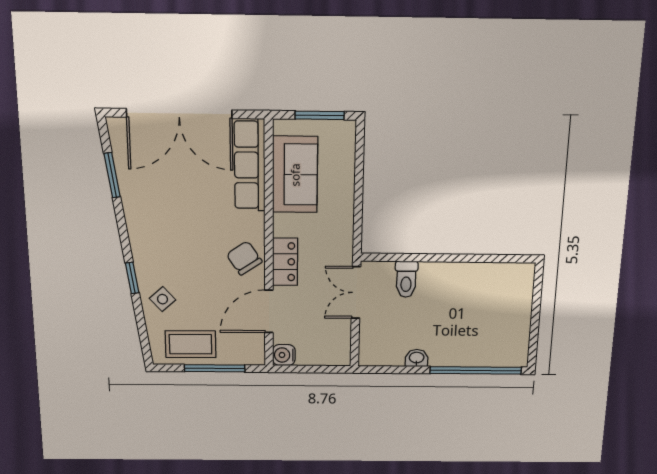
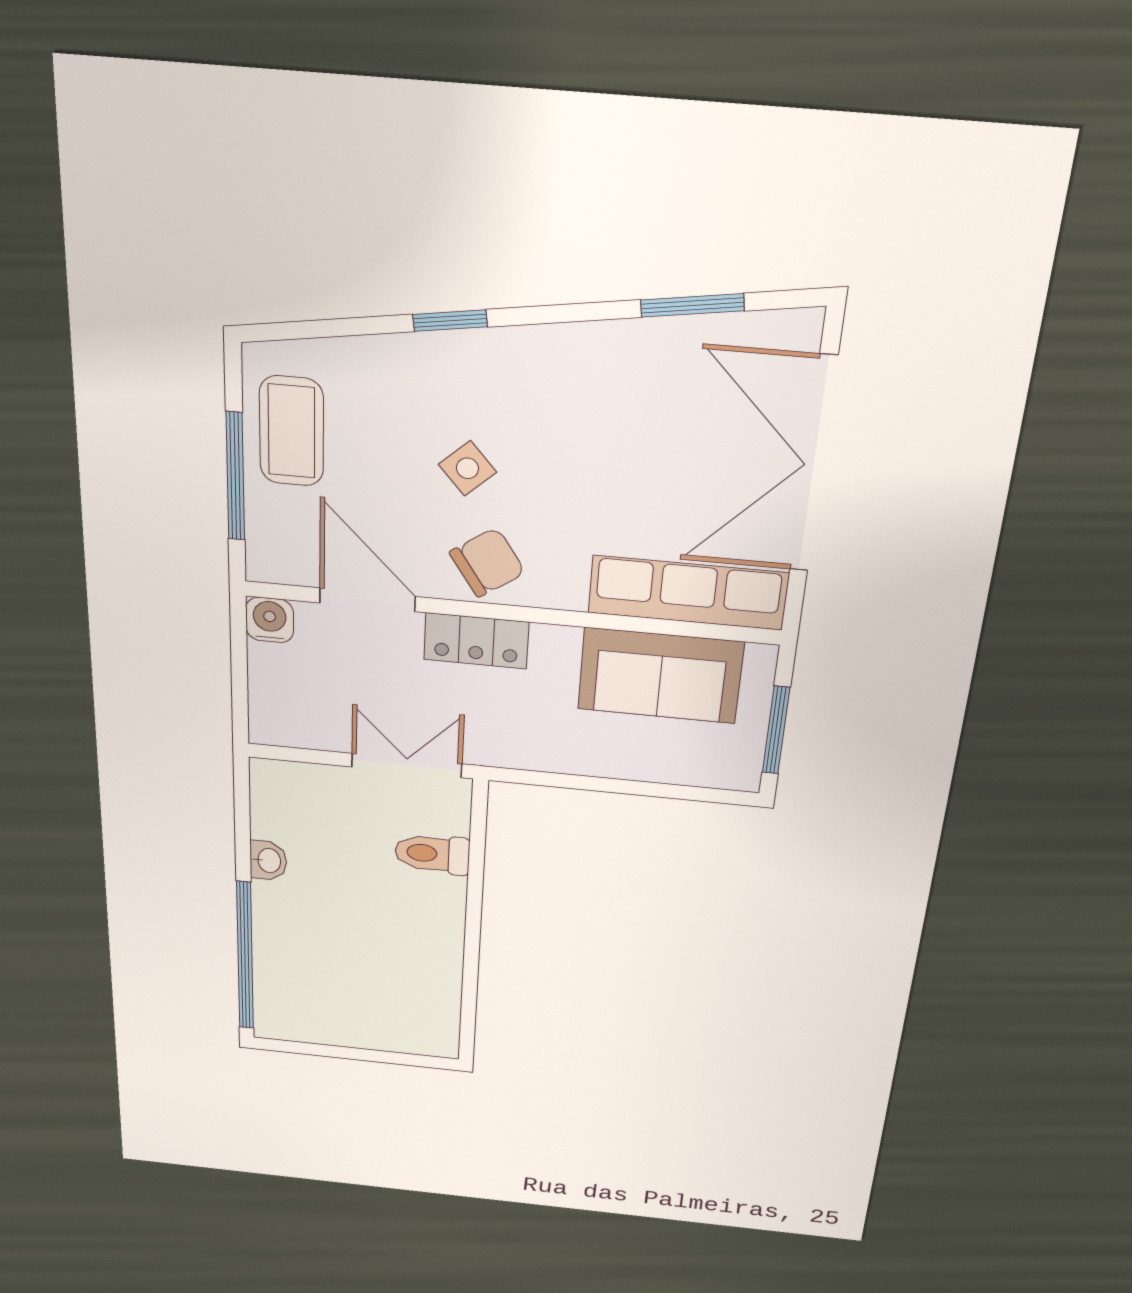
side table: (163, 299) -> (467, 468), moved

